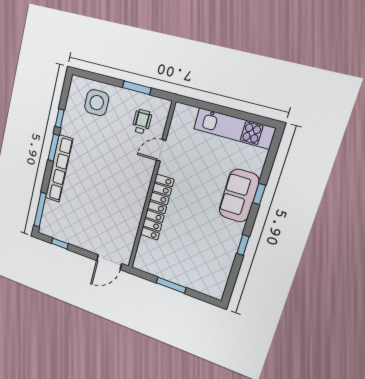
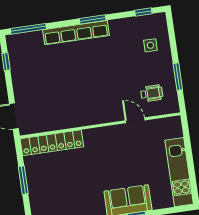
side table: (97, 103) -> (150, 45), width x0.54, depth x0.54
window: (60, 118) -> (143, 12), moved
locker: (157, 207) -> (52, 143), moved

